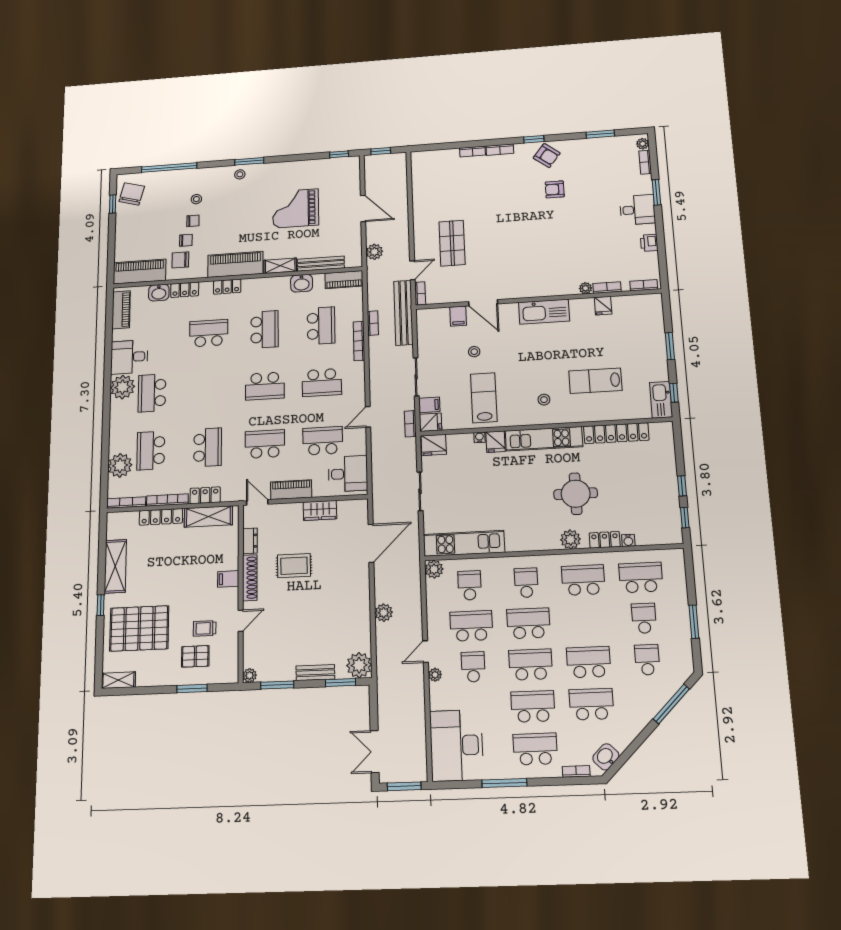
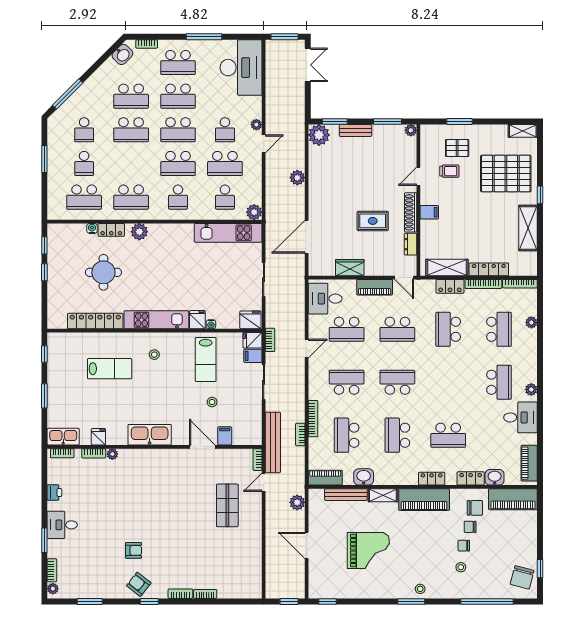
plant: (123, 387) -> (531, 389), width x0.53, depth x0.53
kitchen sink: (661, 400) -> (63, 437), moved, turned -90
plant: (120, 465) -> (531, 322), width x0.53, depth x0.53
round table: (576, 494) -> (103, 272), moved

